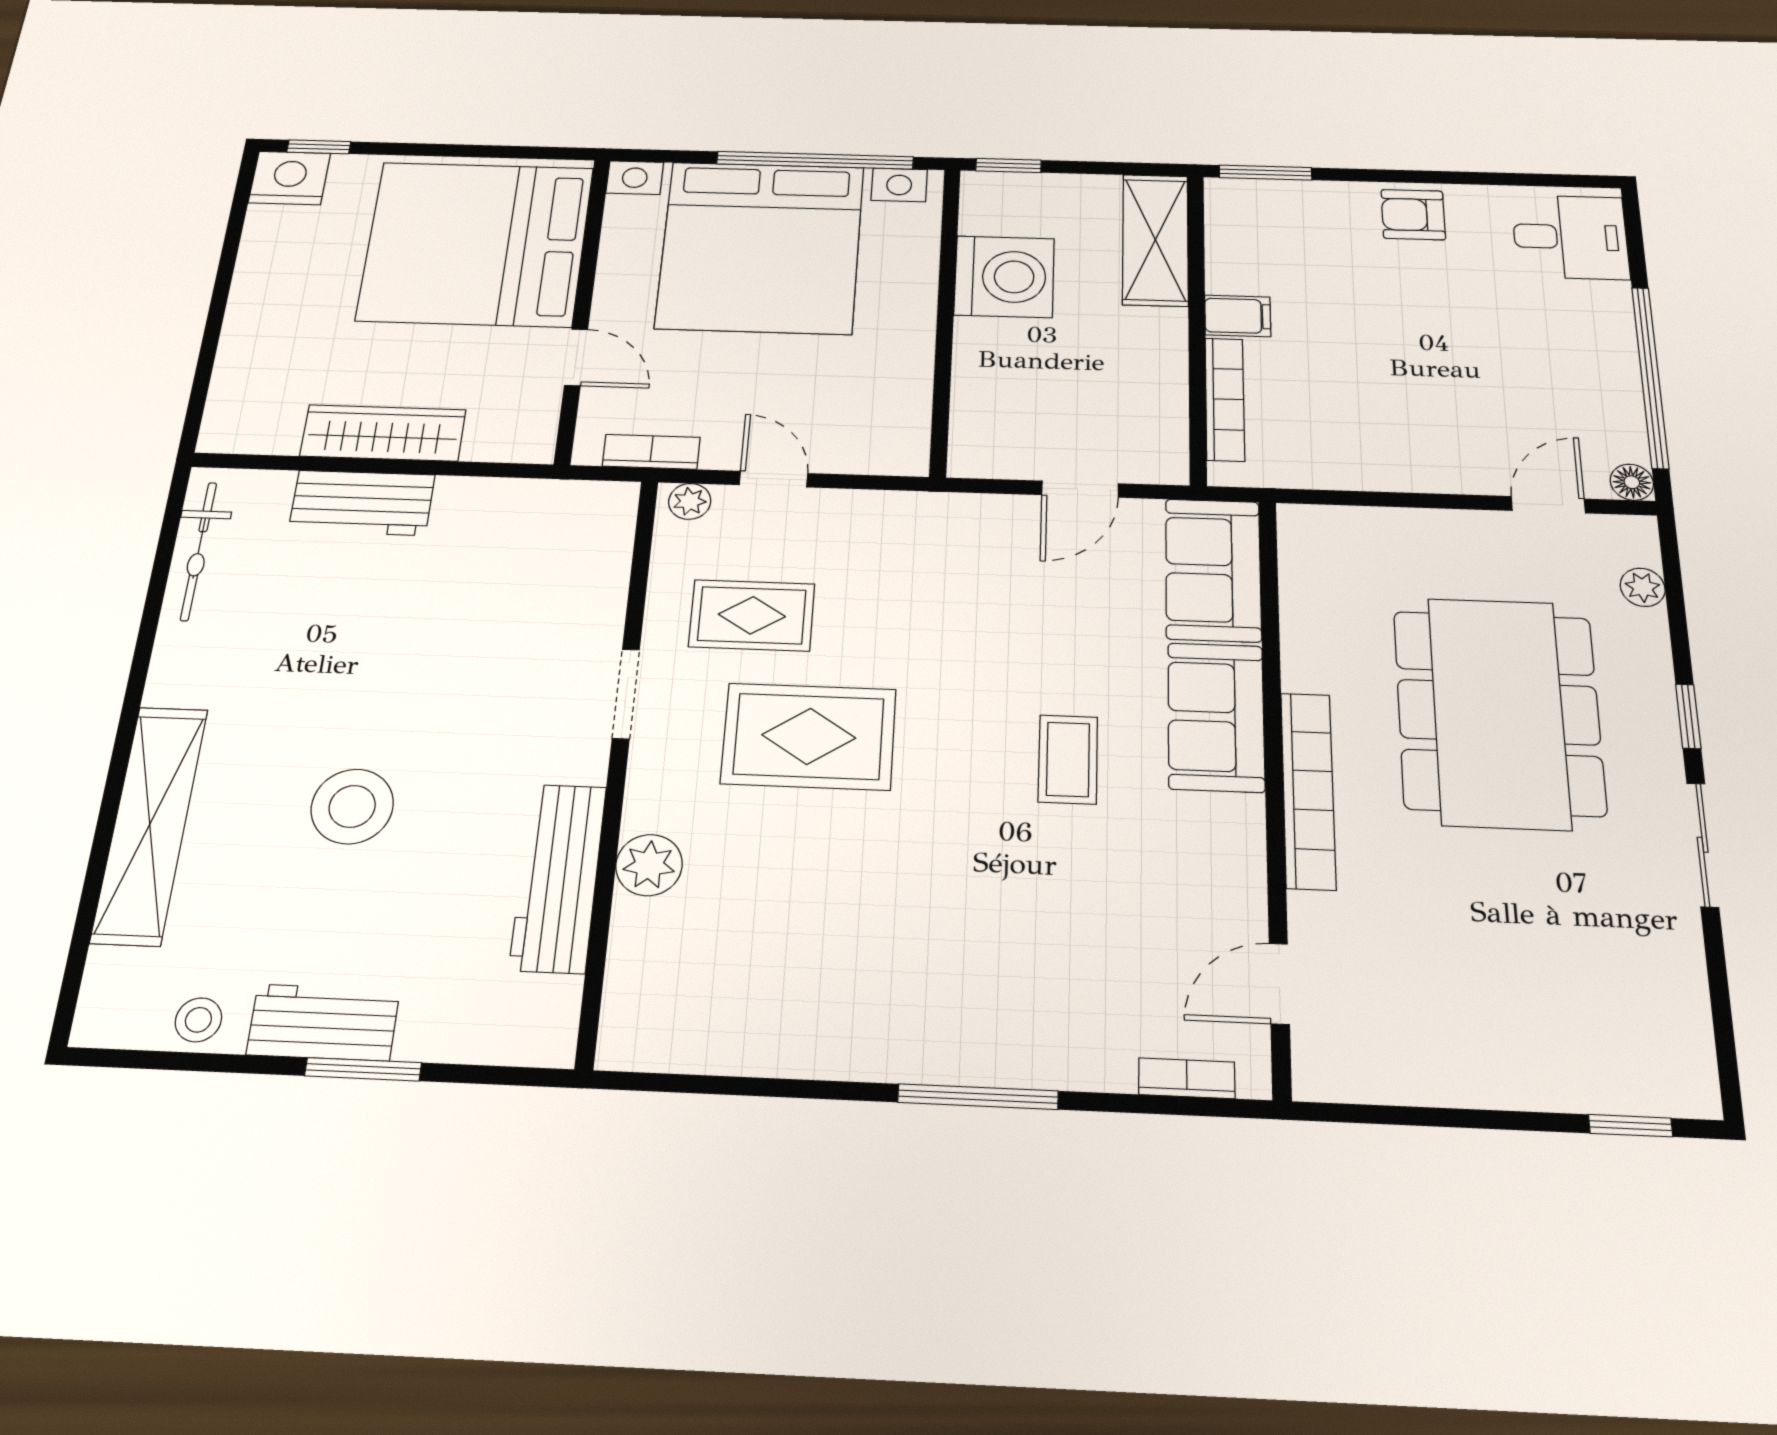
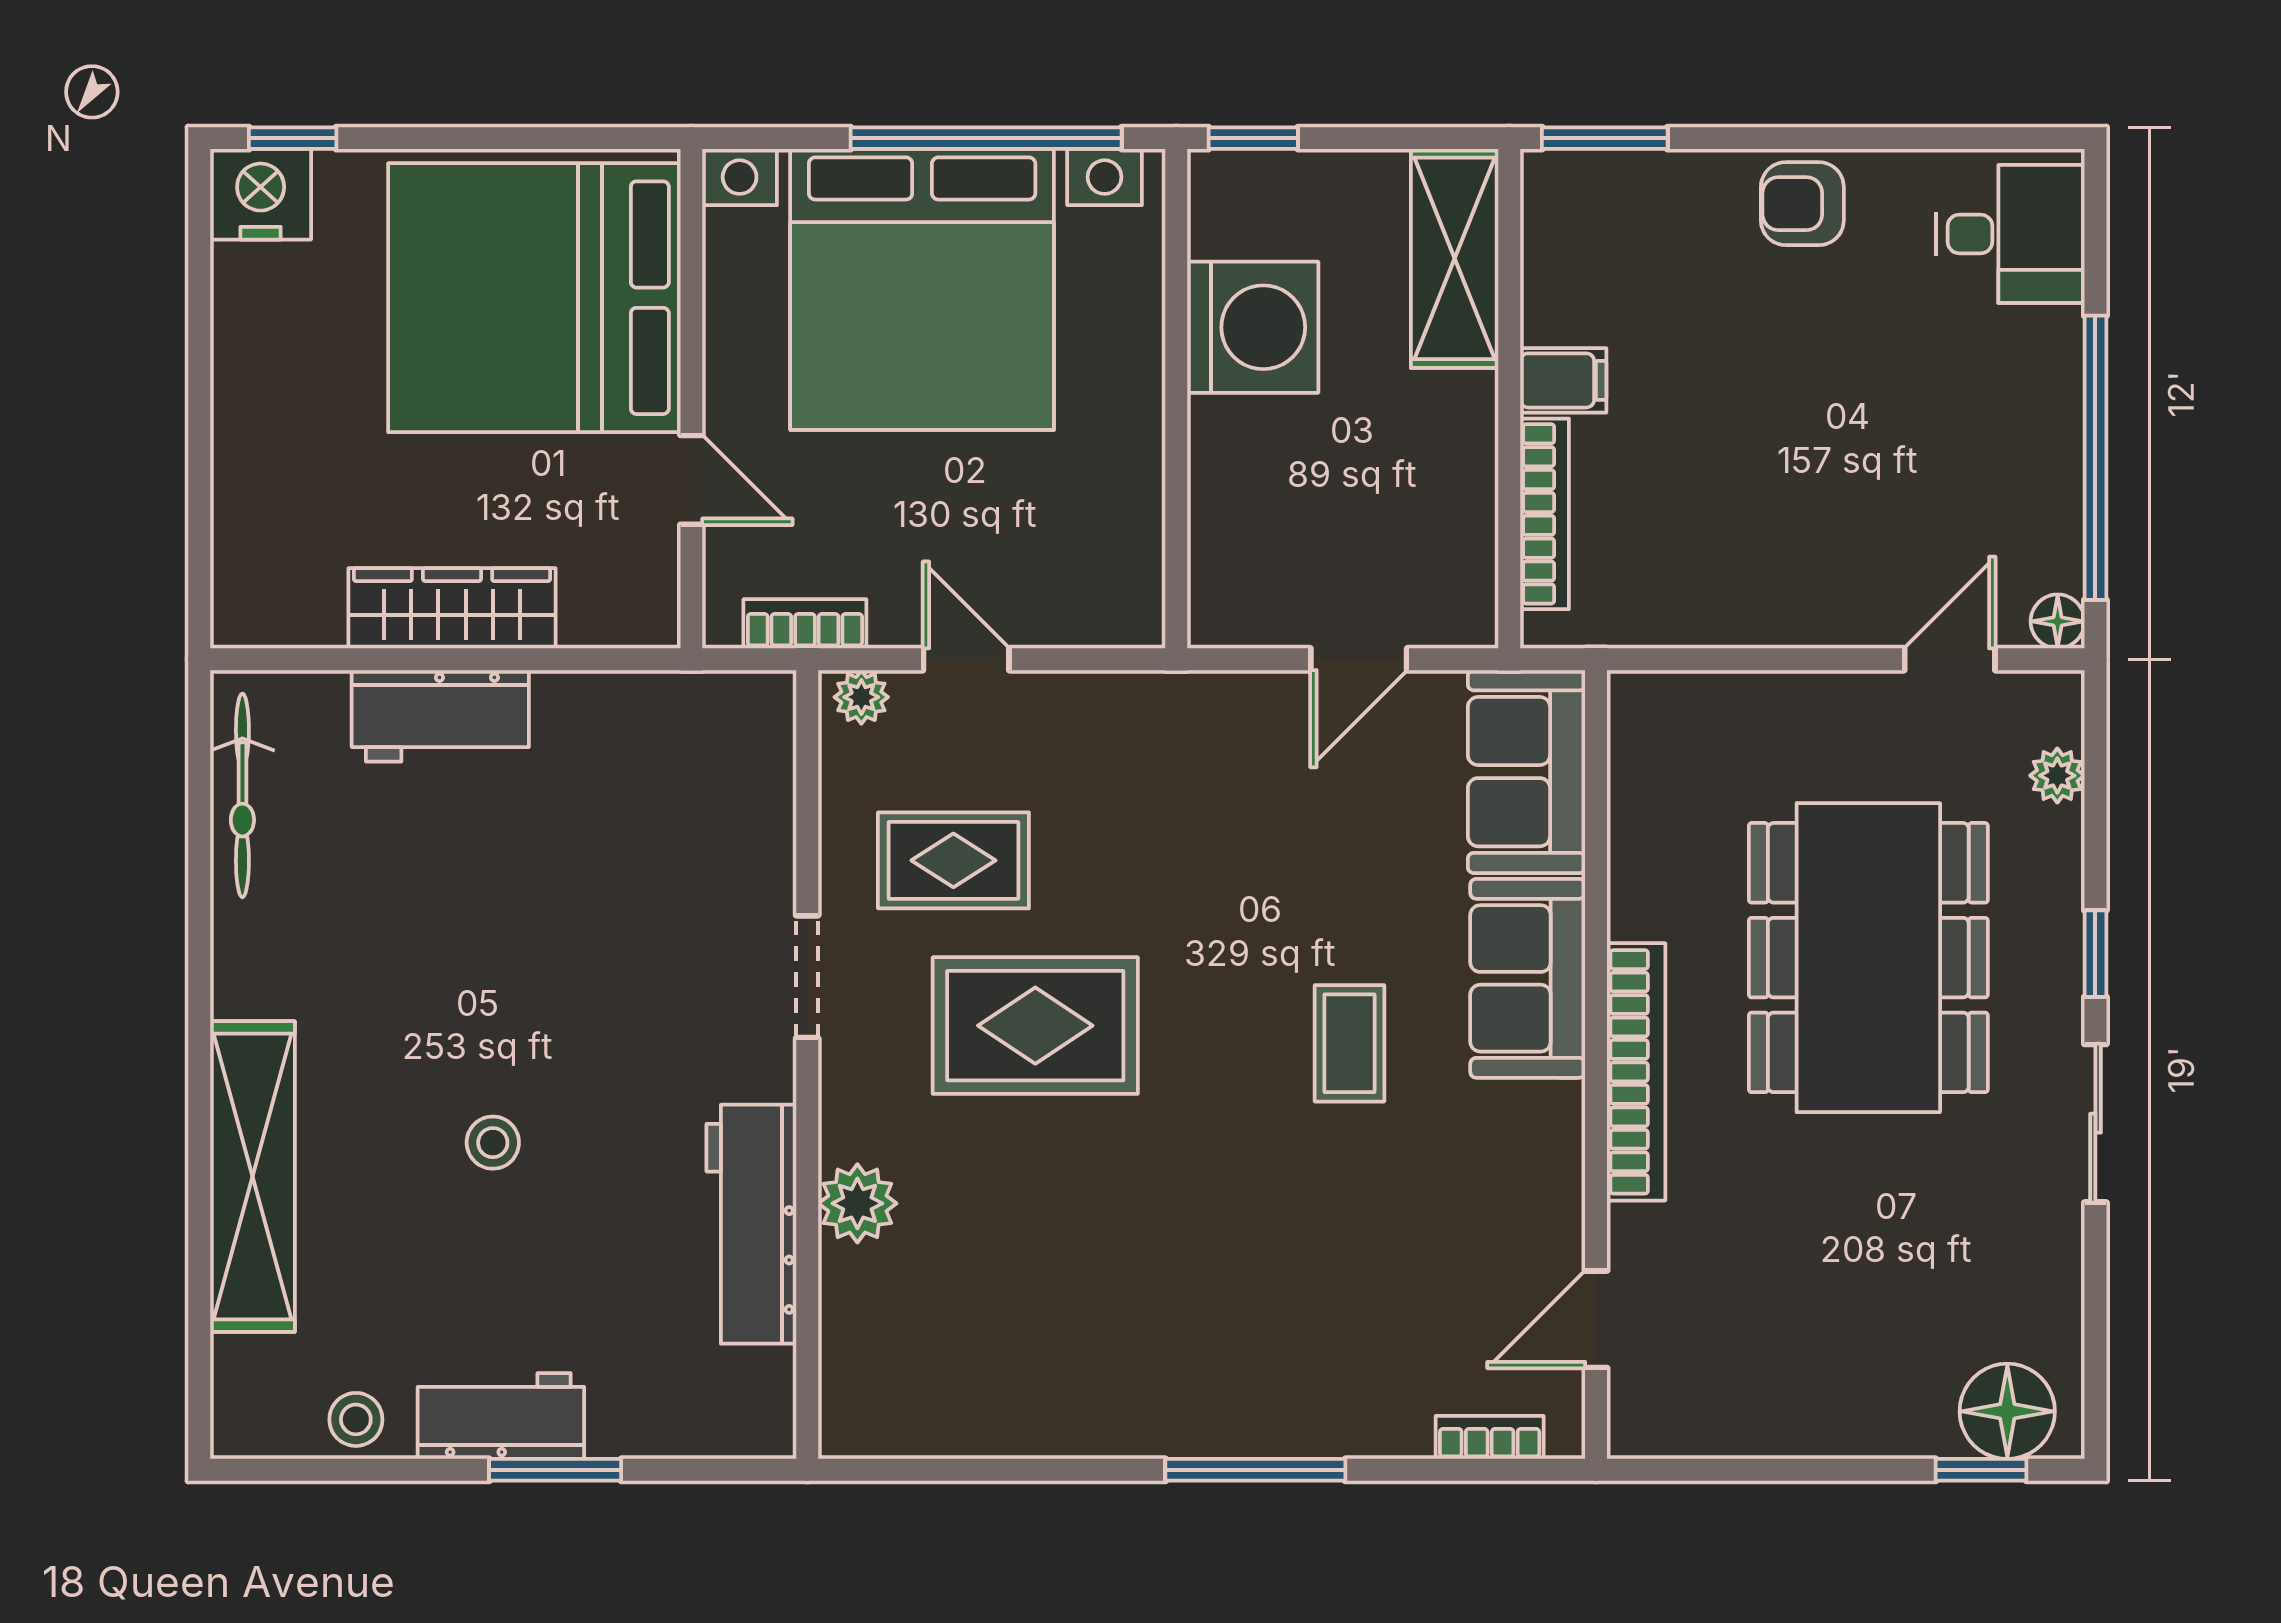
stool: (352, 806) -> (493, 1143), width x0.53, depth x0.53
floor lamp: (1649, 1076) -> (2007, 1411), added

